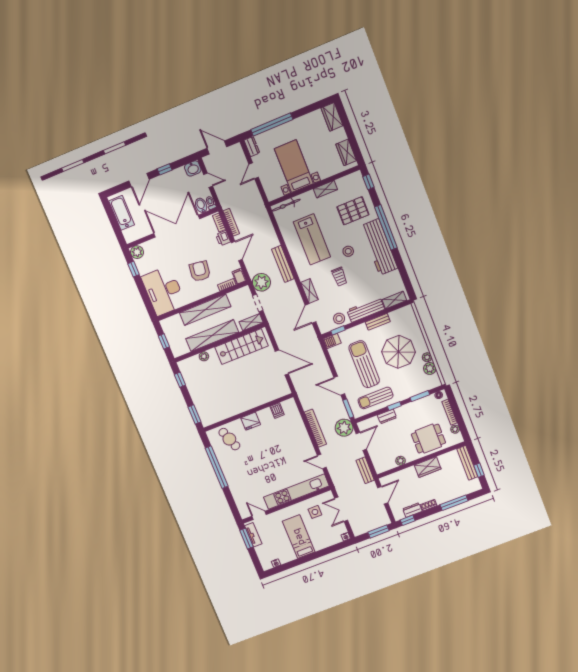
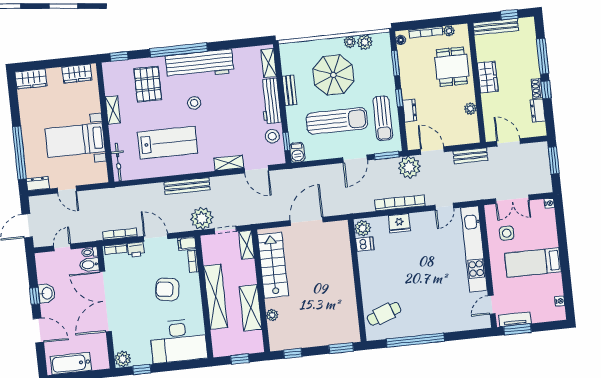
washbasin: (193, 168) -> (47, 293), moved
trolley: (339, 277) -> (222, 122), removed
shelving: (212, 336) -> (251, 308), width x0.68
sun lounger: (364, 364) -> (337, 121), turned 180
plant: (288, 406) -> (363, 228), added
fridge: (251, 421) -> (399, 223), moved, turned 90
window: (408, 520) -> (546, 90), moved

